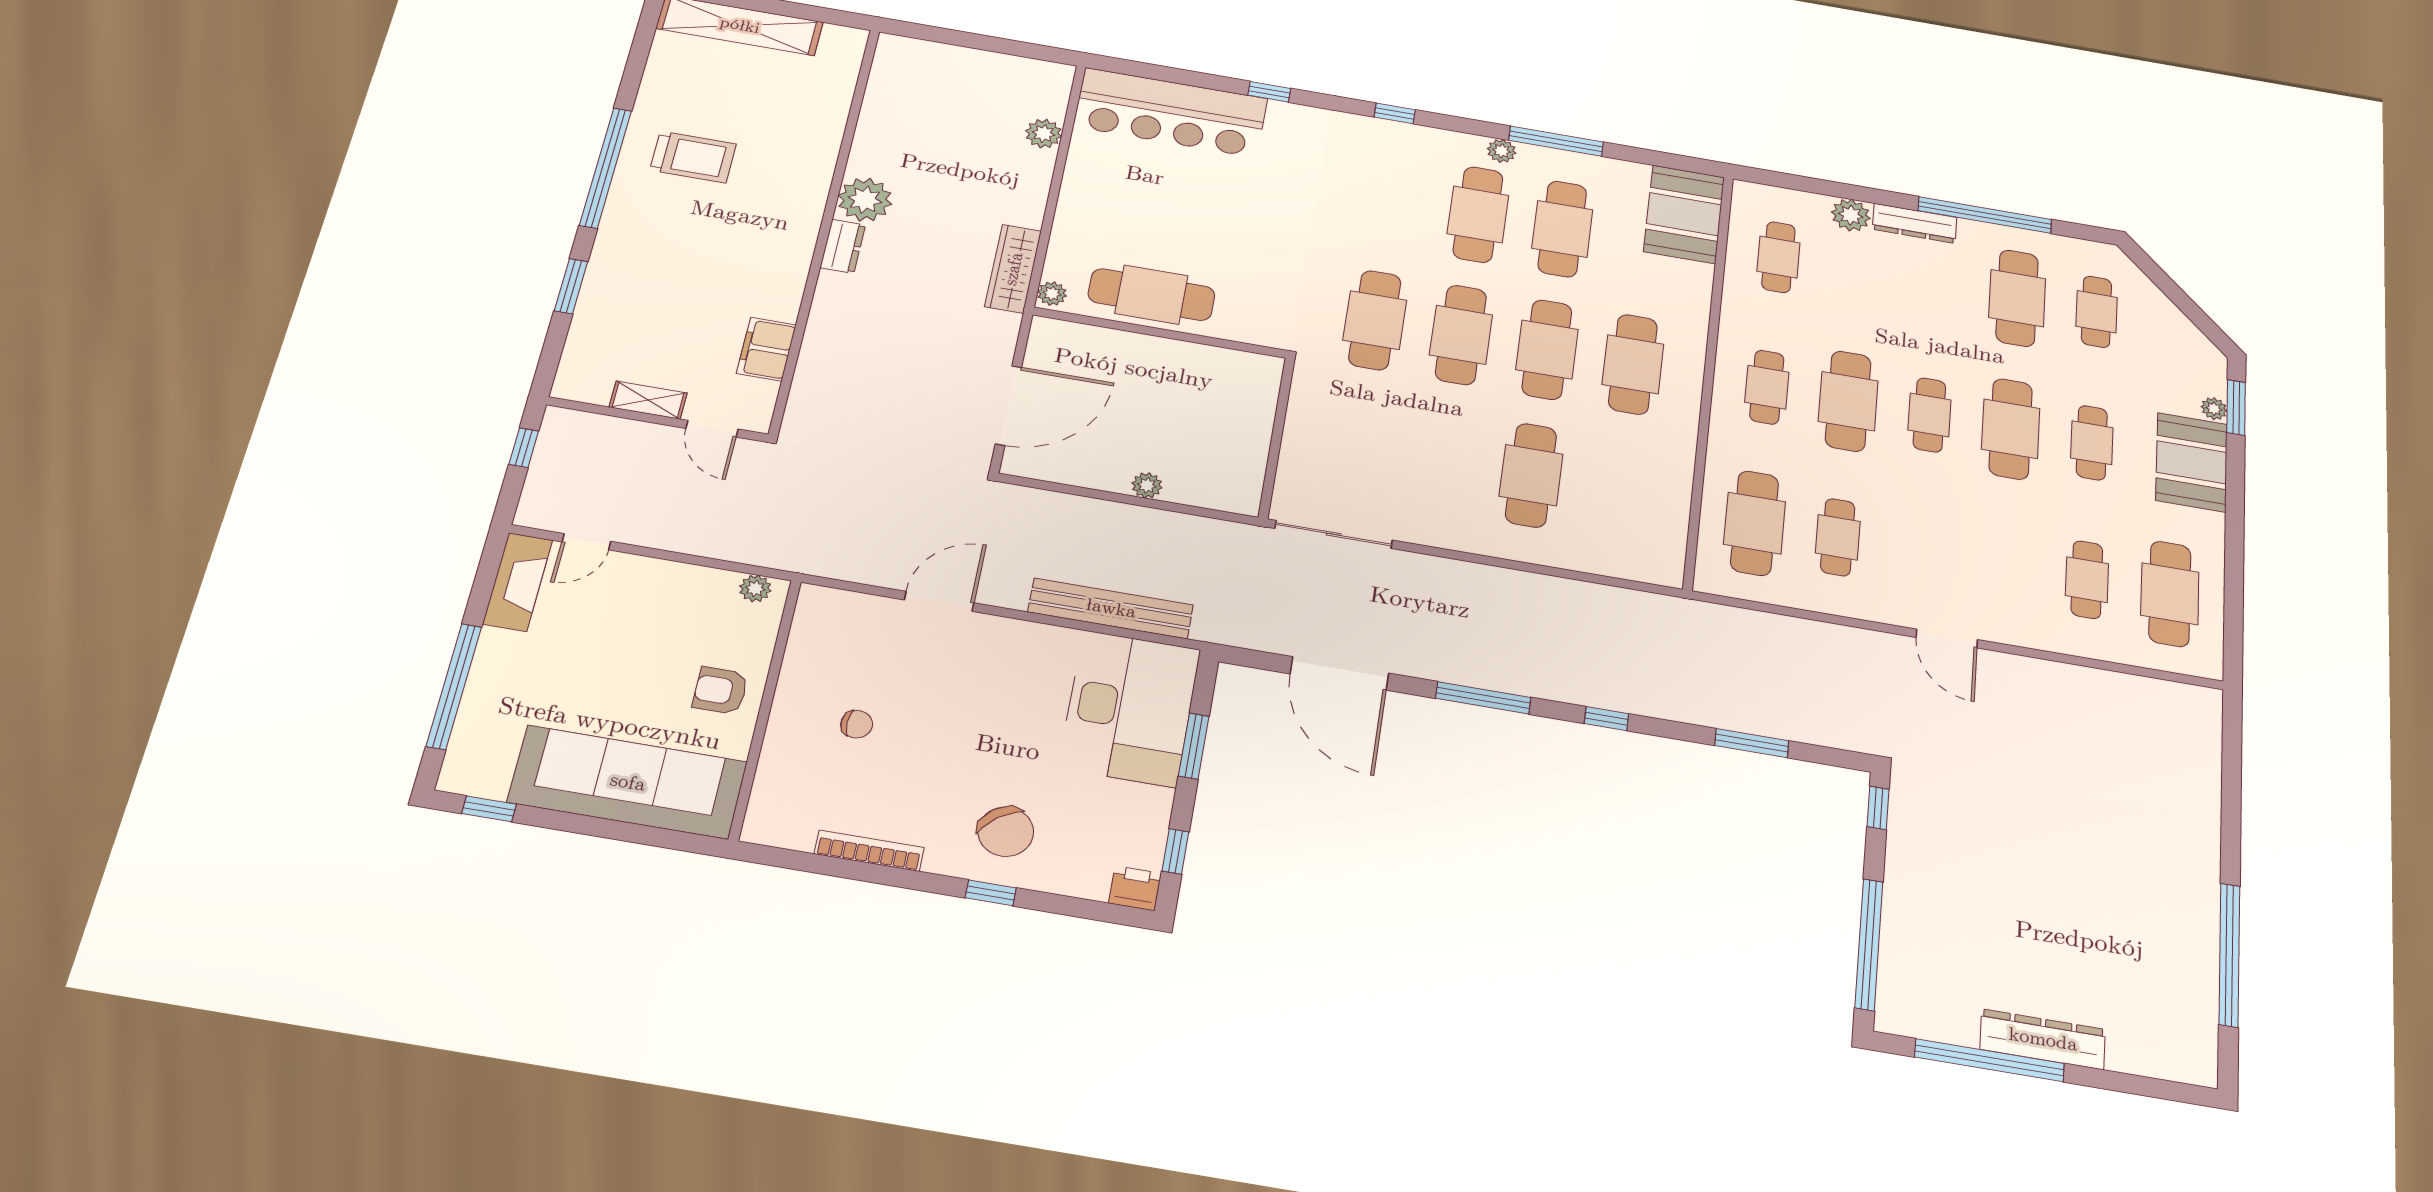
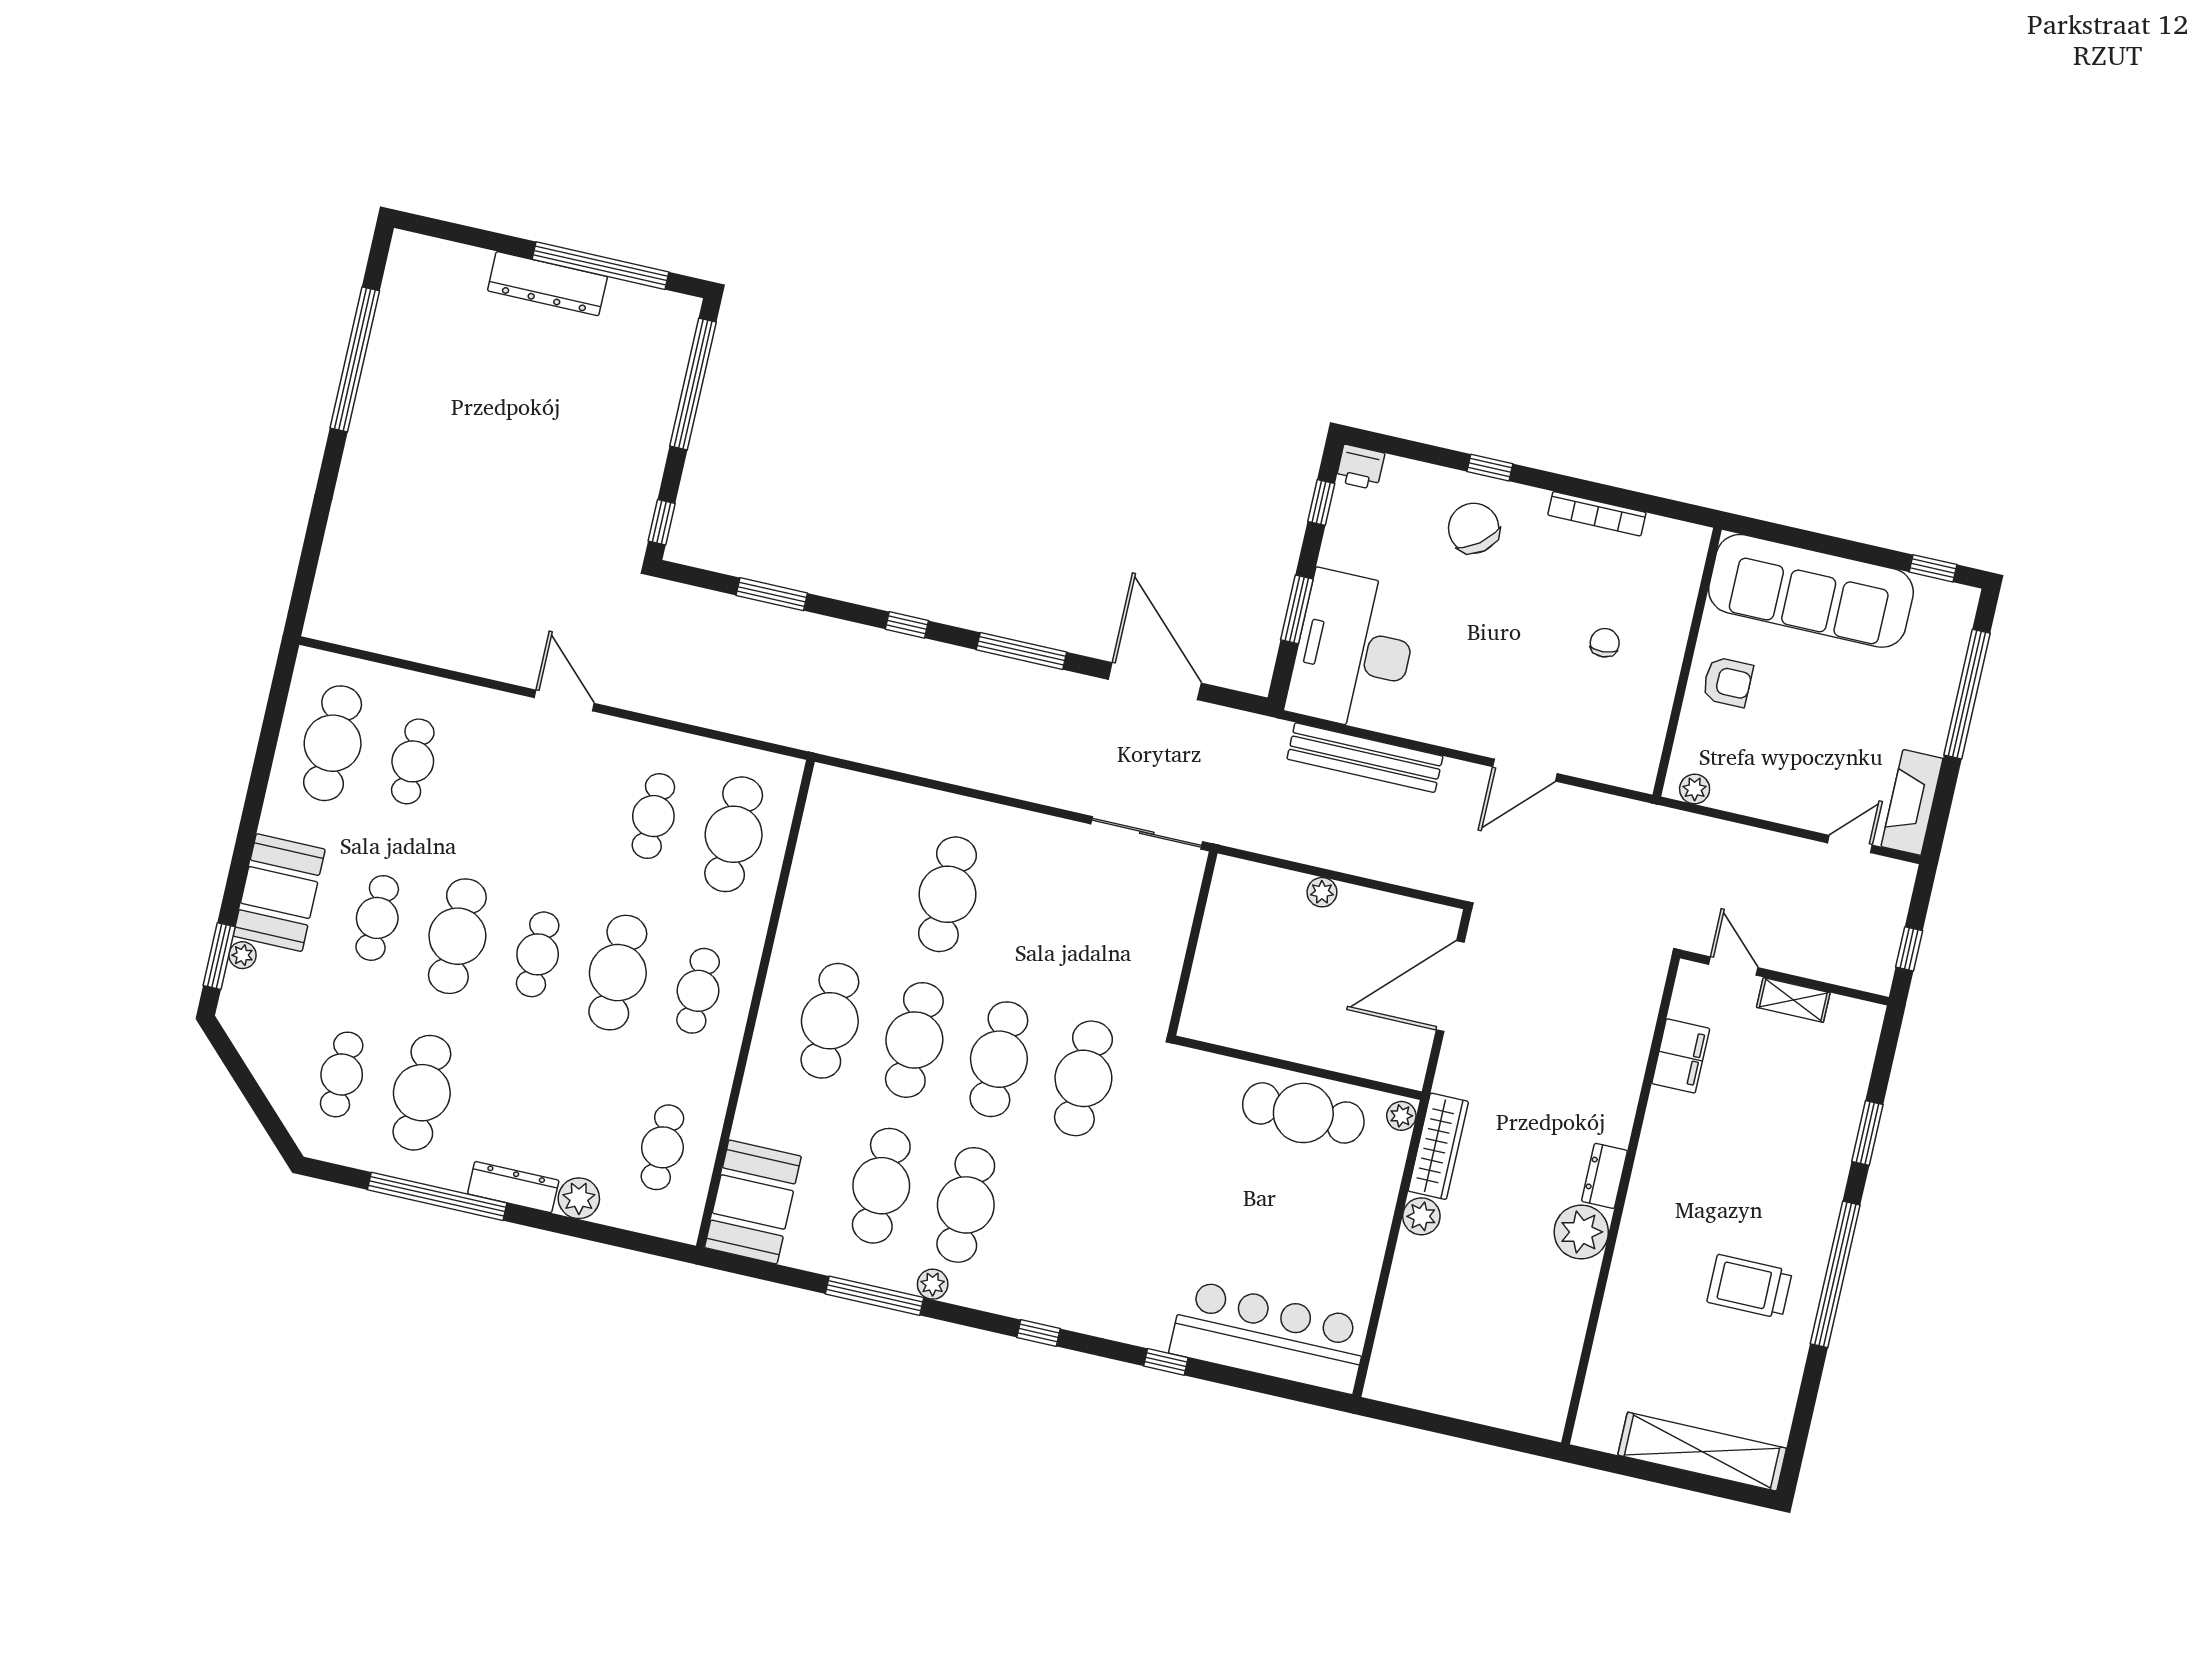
plant: (1044, 134) -> (1421, 1216), moved
chair: (857, 724) -> (1605, 643), turned 85

